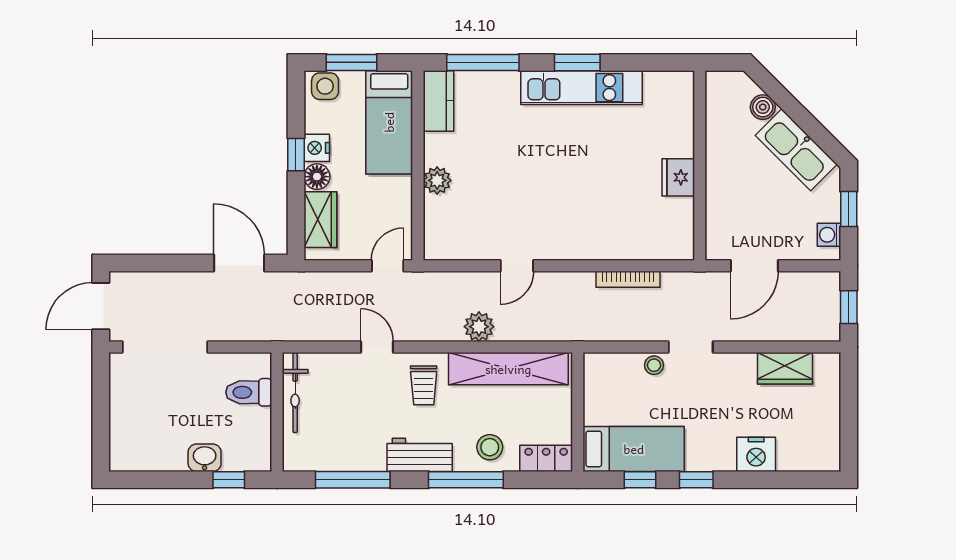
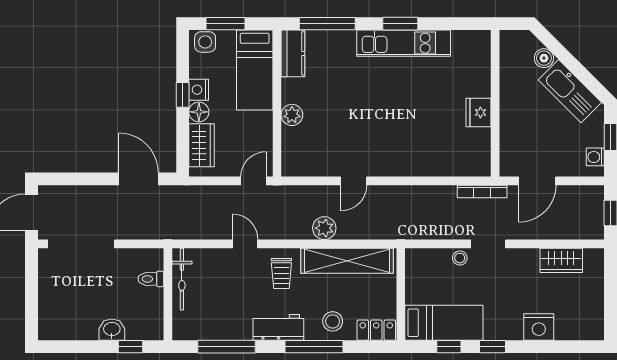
bookcase: (628, 279) -> (482, 191), moved
toilet: (249, 392) -> (151, 279), width x0.73, depth x0.72

